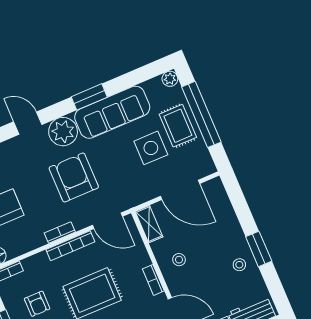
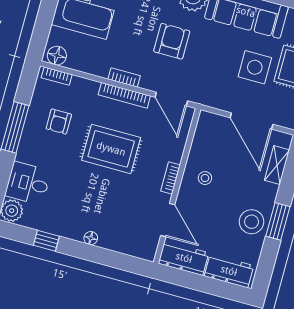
armchair: (74, 178) -> (172, 41), width x0.73, depth x0.73
shelving: (149, 224) -> (277, 165), moved
stool: (239, 265) -> (252, 222), width x1.89, depth x1.89

